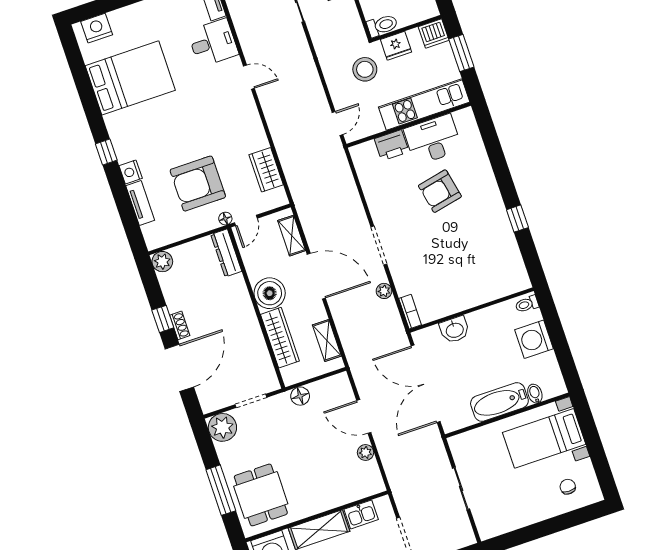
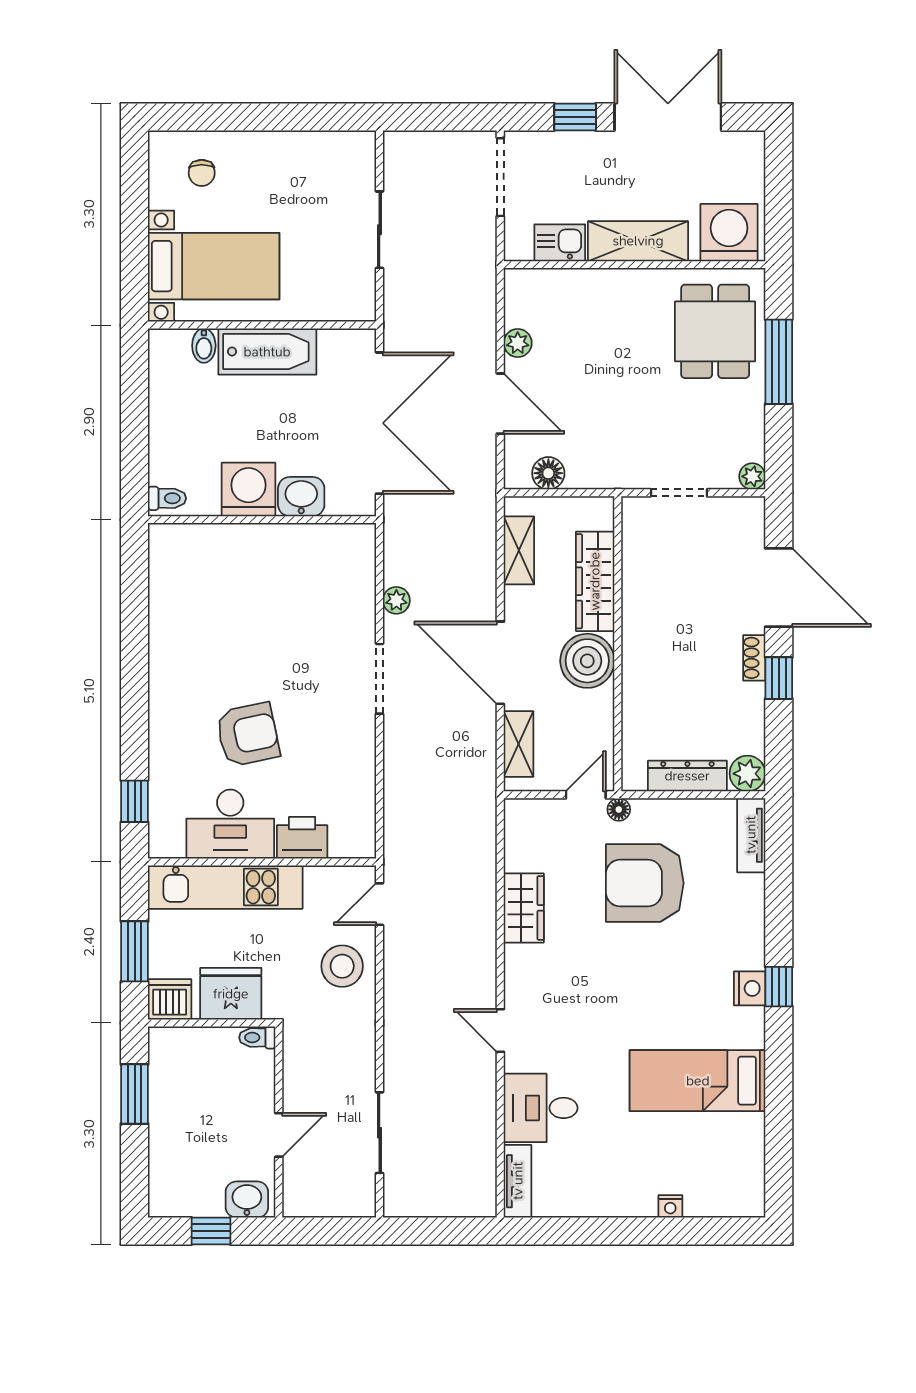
toilet: (382, 25) -> (257, 1037), width x0.73, depth x0.72
nightstand: (97, 28) -> (670, 1206), moved, width x0.53, depth x0.56
fridge: (396, 46) -> (231, 994), width x1.36, depth x1.34
stool: (365, 69) -> (342, 966), moved
bed: (130, 78) -> (698, 1081), width x0.67
wardrobe: (266, 170) -> (524, 908), moved
nightstand: (131, 172) -> (750, 988), moved
armchair: (198, 184) -> (645, 883), turned 180
tv unit: (140, 203) -> (751, 835), moved
window: (517, 219) -> (135, 801), moved
dresser: (226, 253) -> (687, 776), moved, turned -90
bookcase: (410, 312) -> (365, 551), removed
washing machine: (534, 339) -> (248, 489), moved, turned -90
door: (179, 368) -> (779, 588), swing flipped
floor lamp: (300, 396) -> (548, 473), moved
plant: (222, 427) -> (752, 476), width x0.53, depth x0.53

